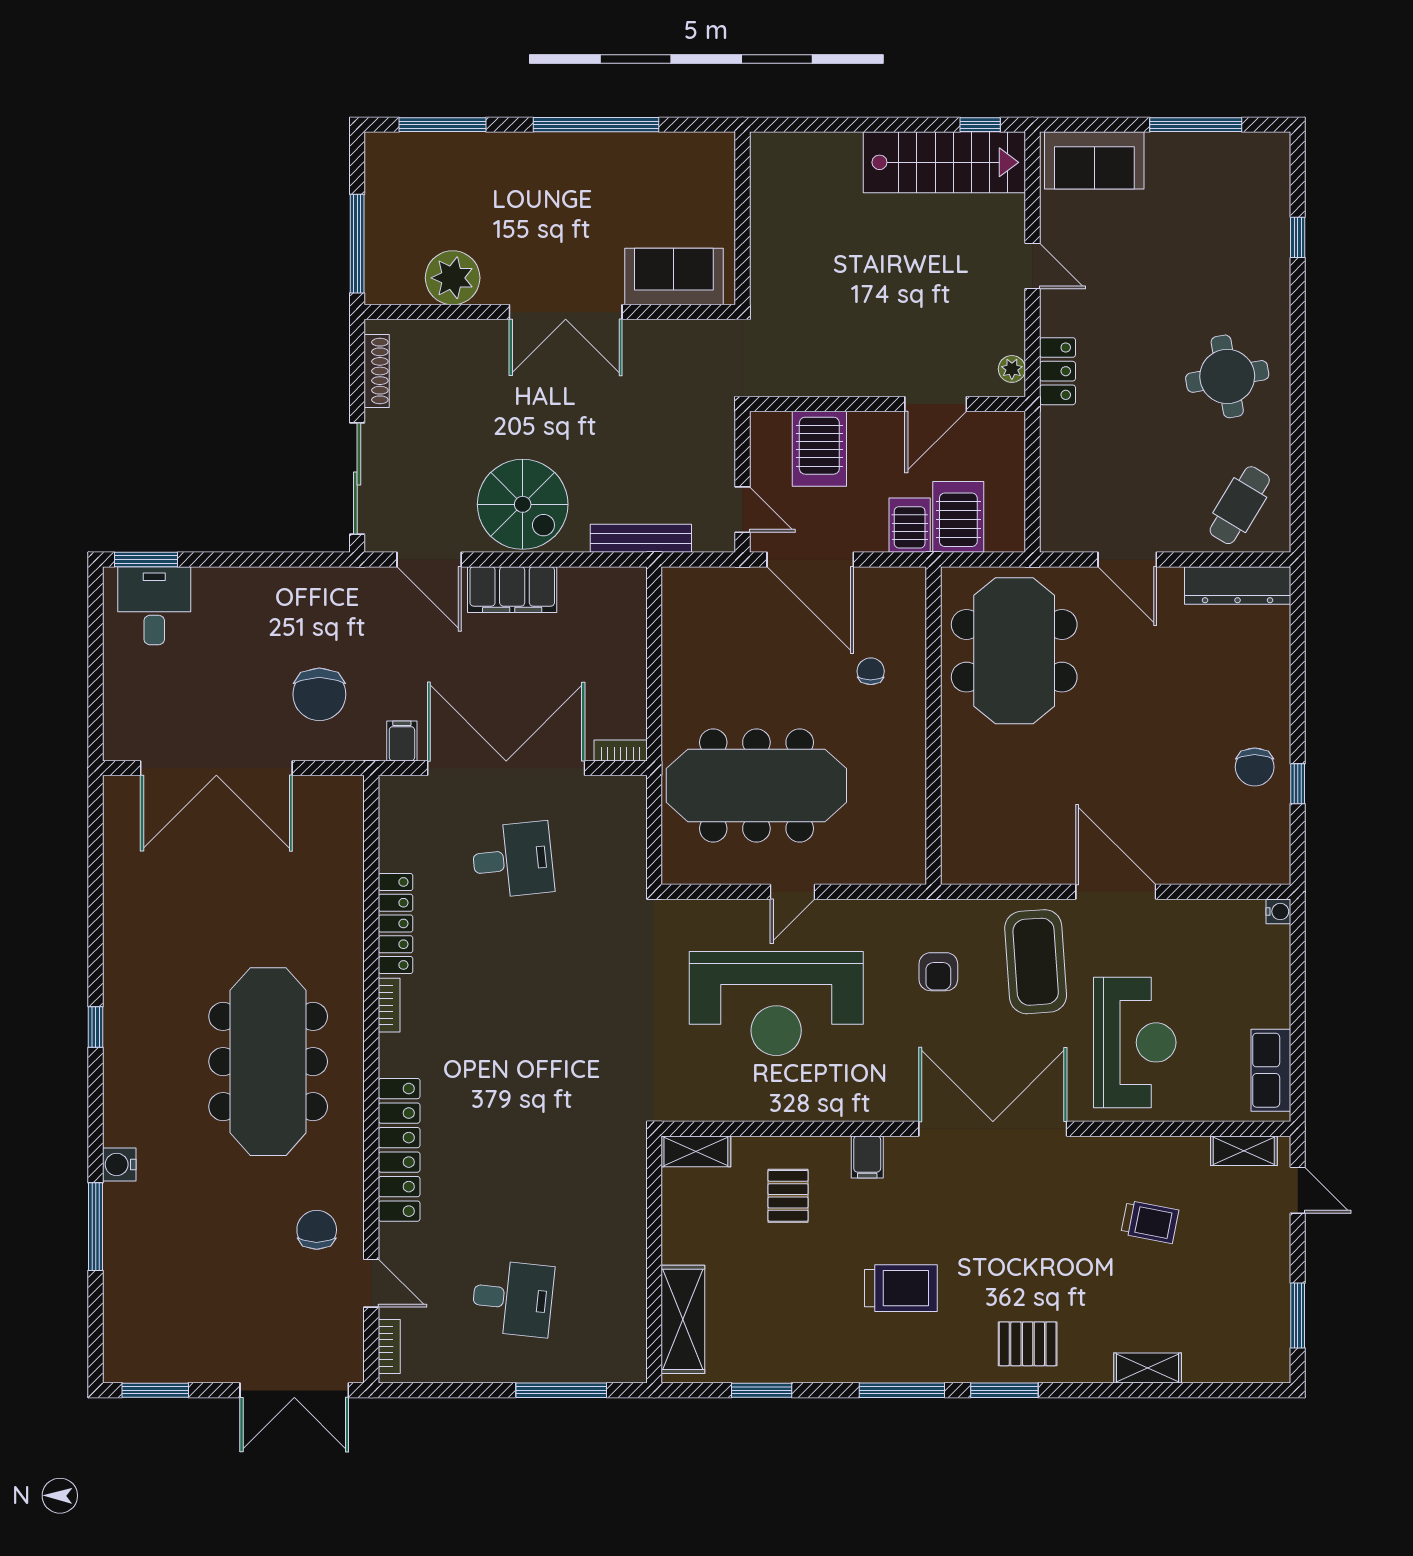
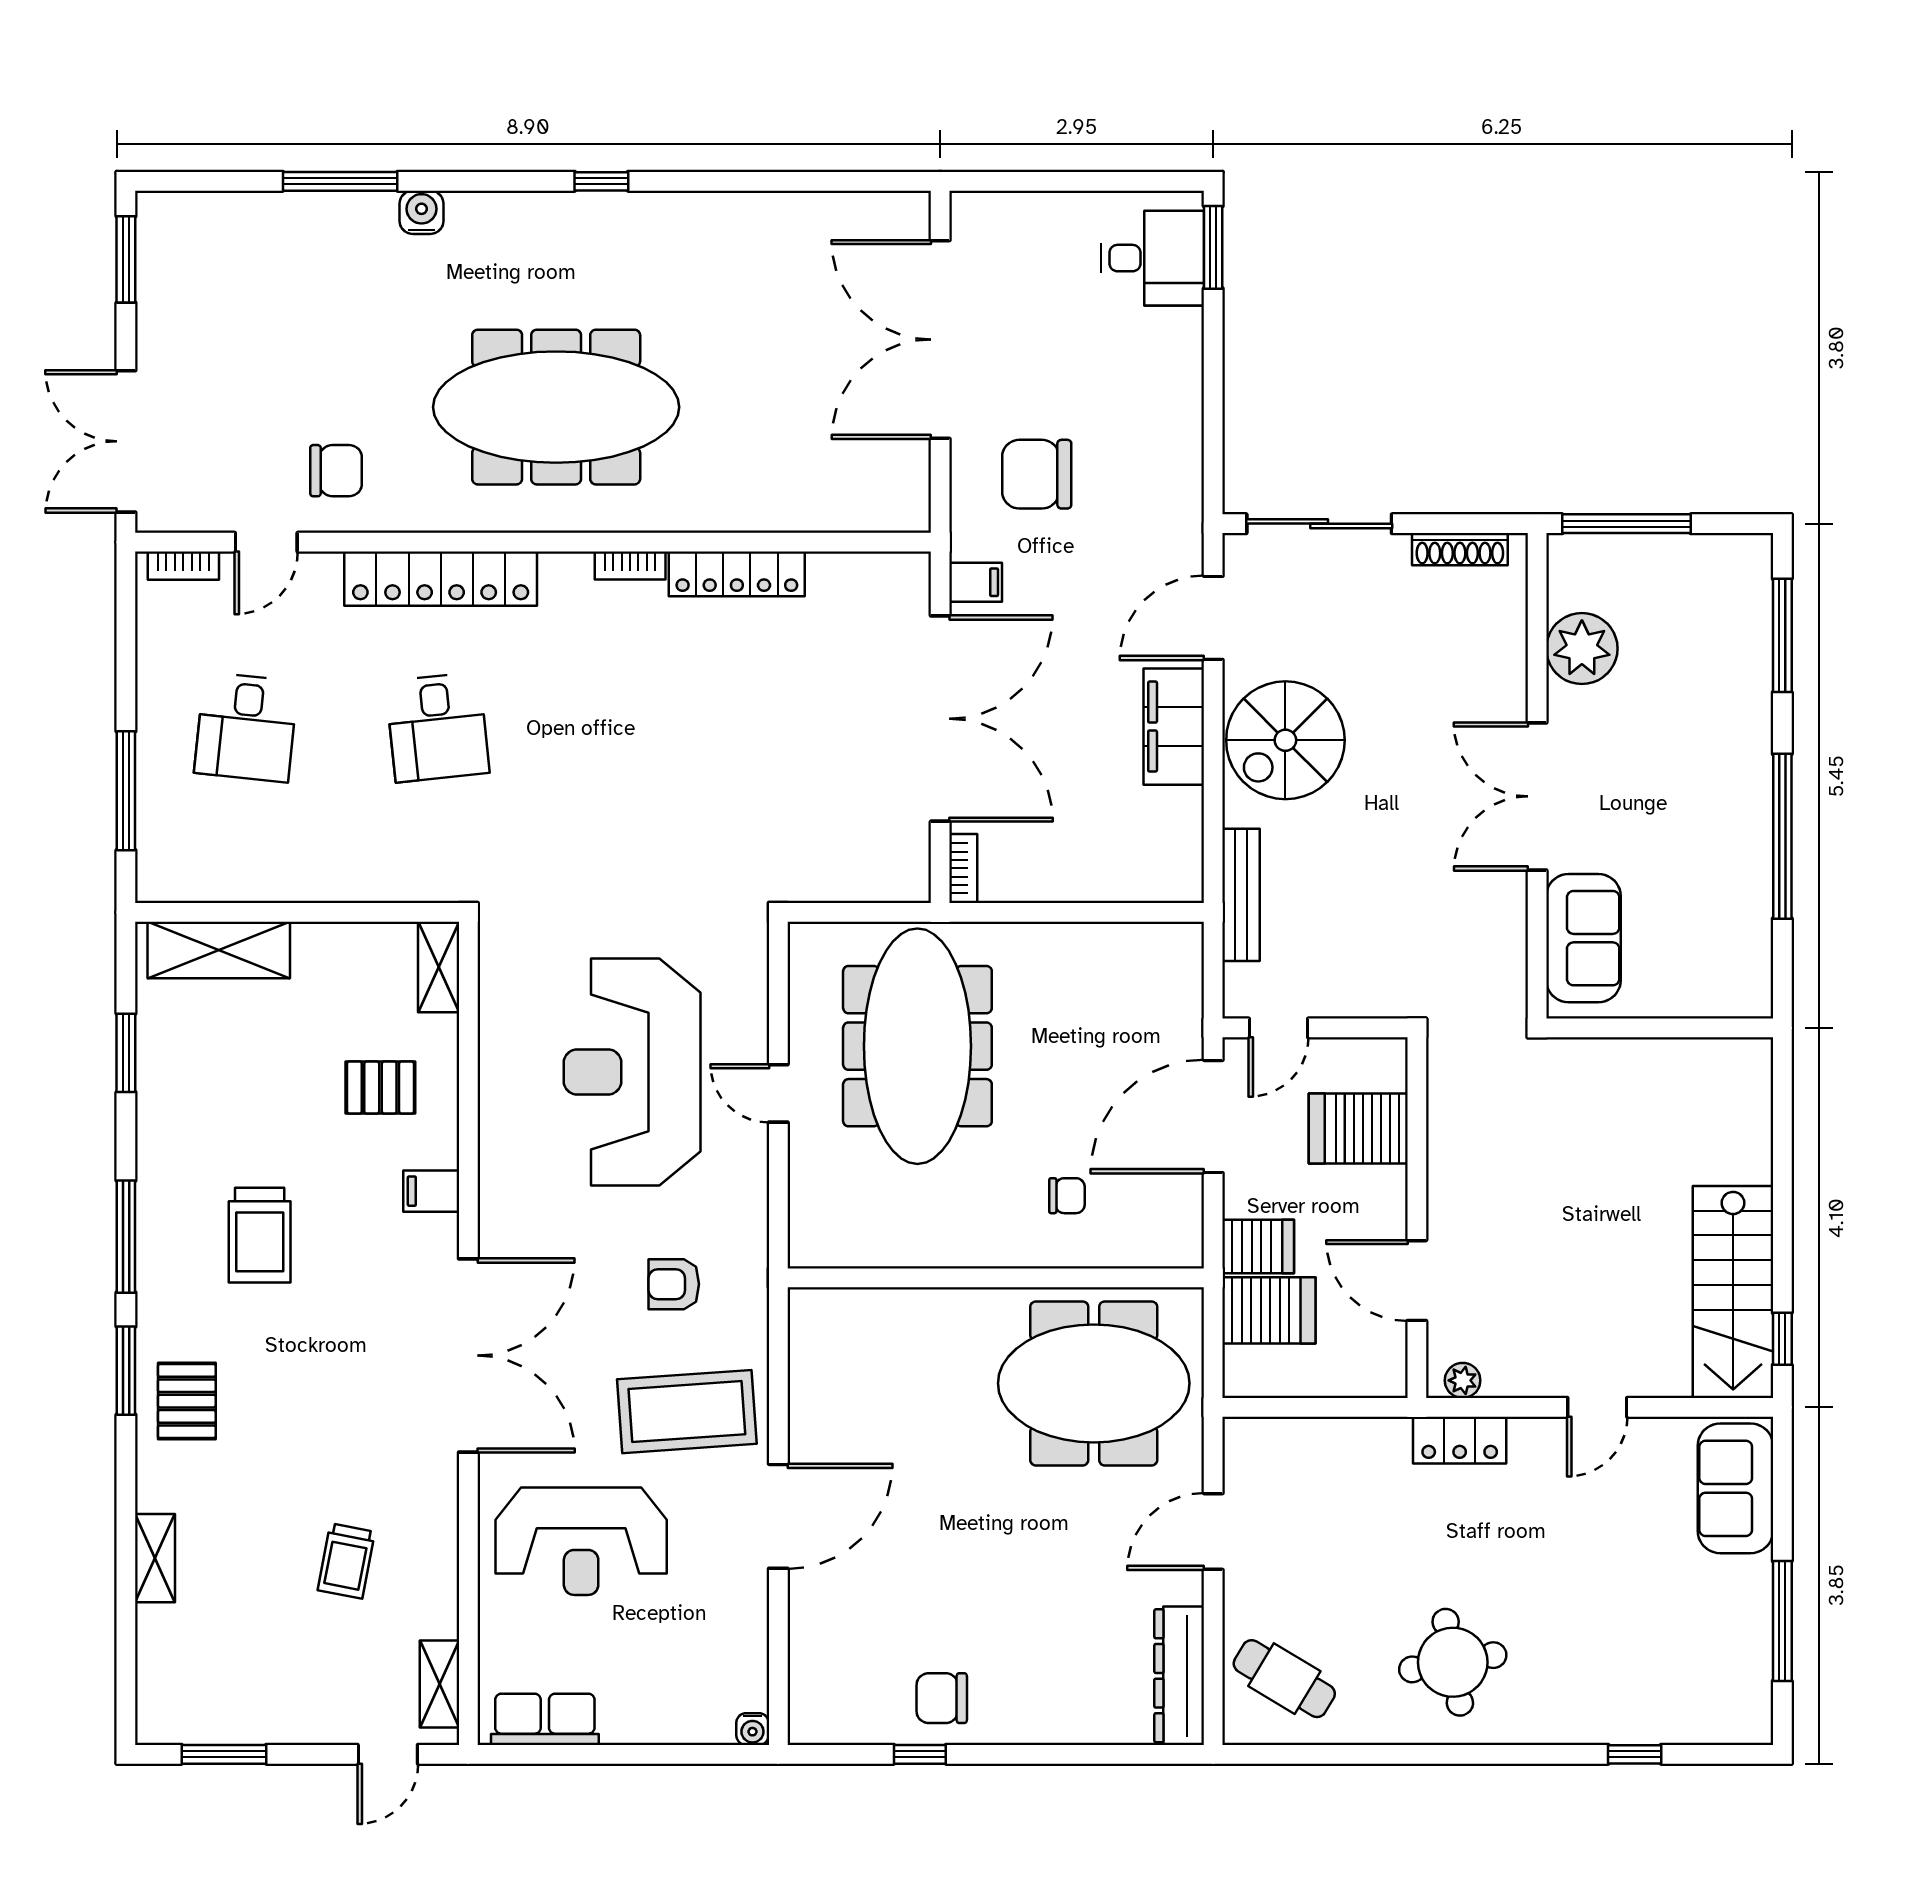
desk: (513, 860) -> (437, 727), moved

